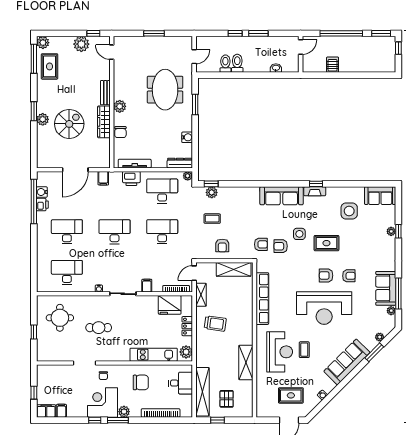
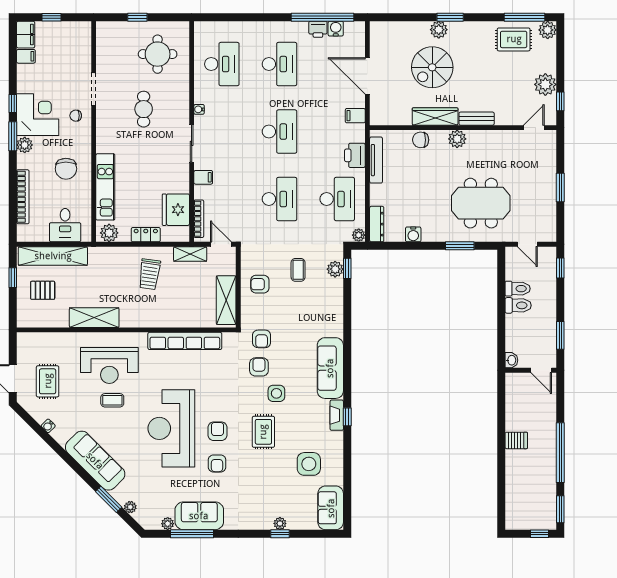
window: (235, 33) -> (560, 268), moved
door: (301, 47) -> (541, 370), moved
wall: (301, 54) -> (531, 370), moved
spiral stairs: (69, 124) -> (432, 67), turned 90

